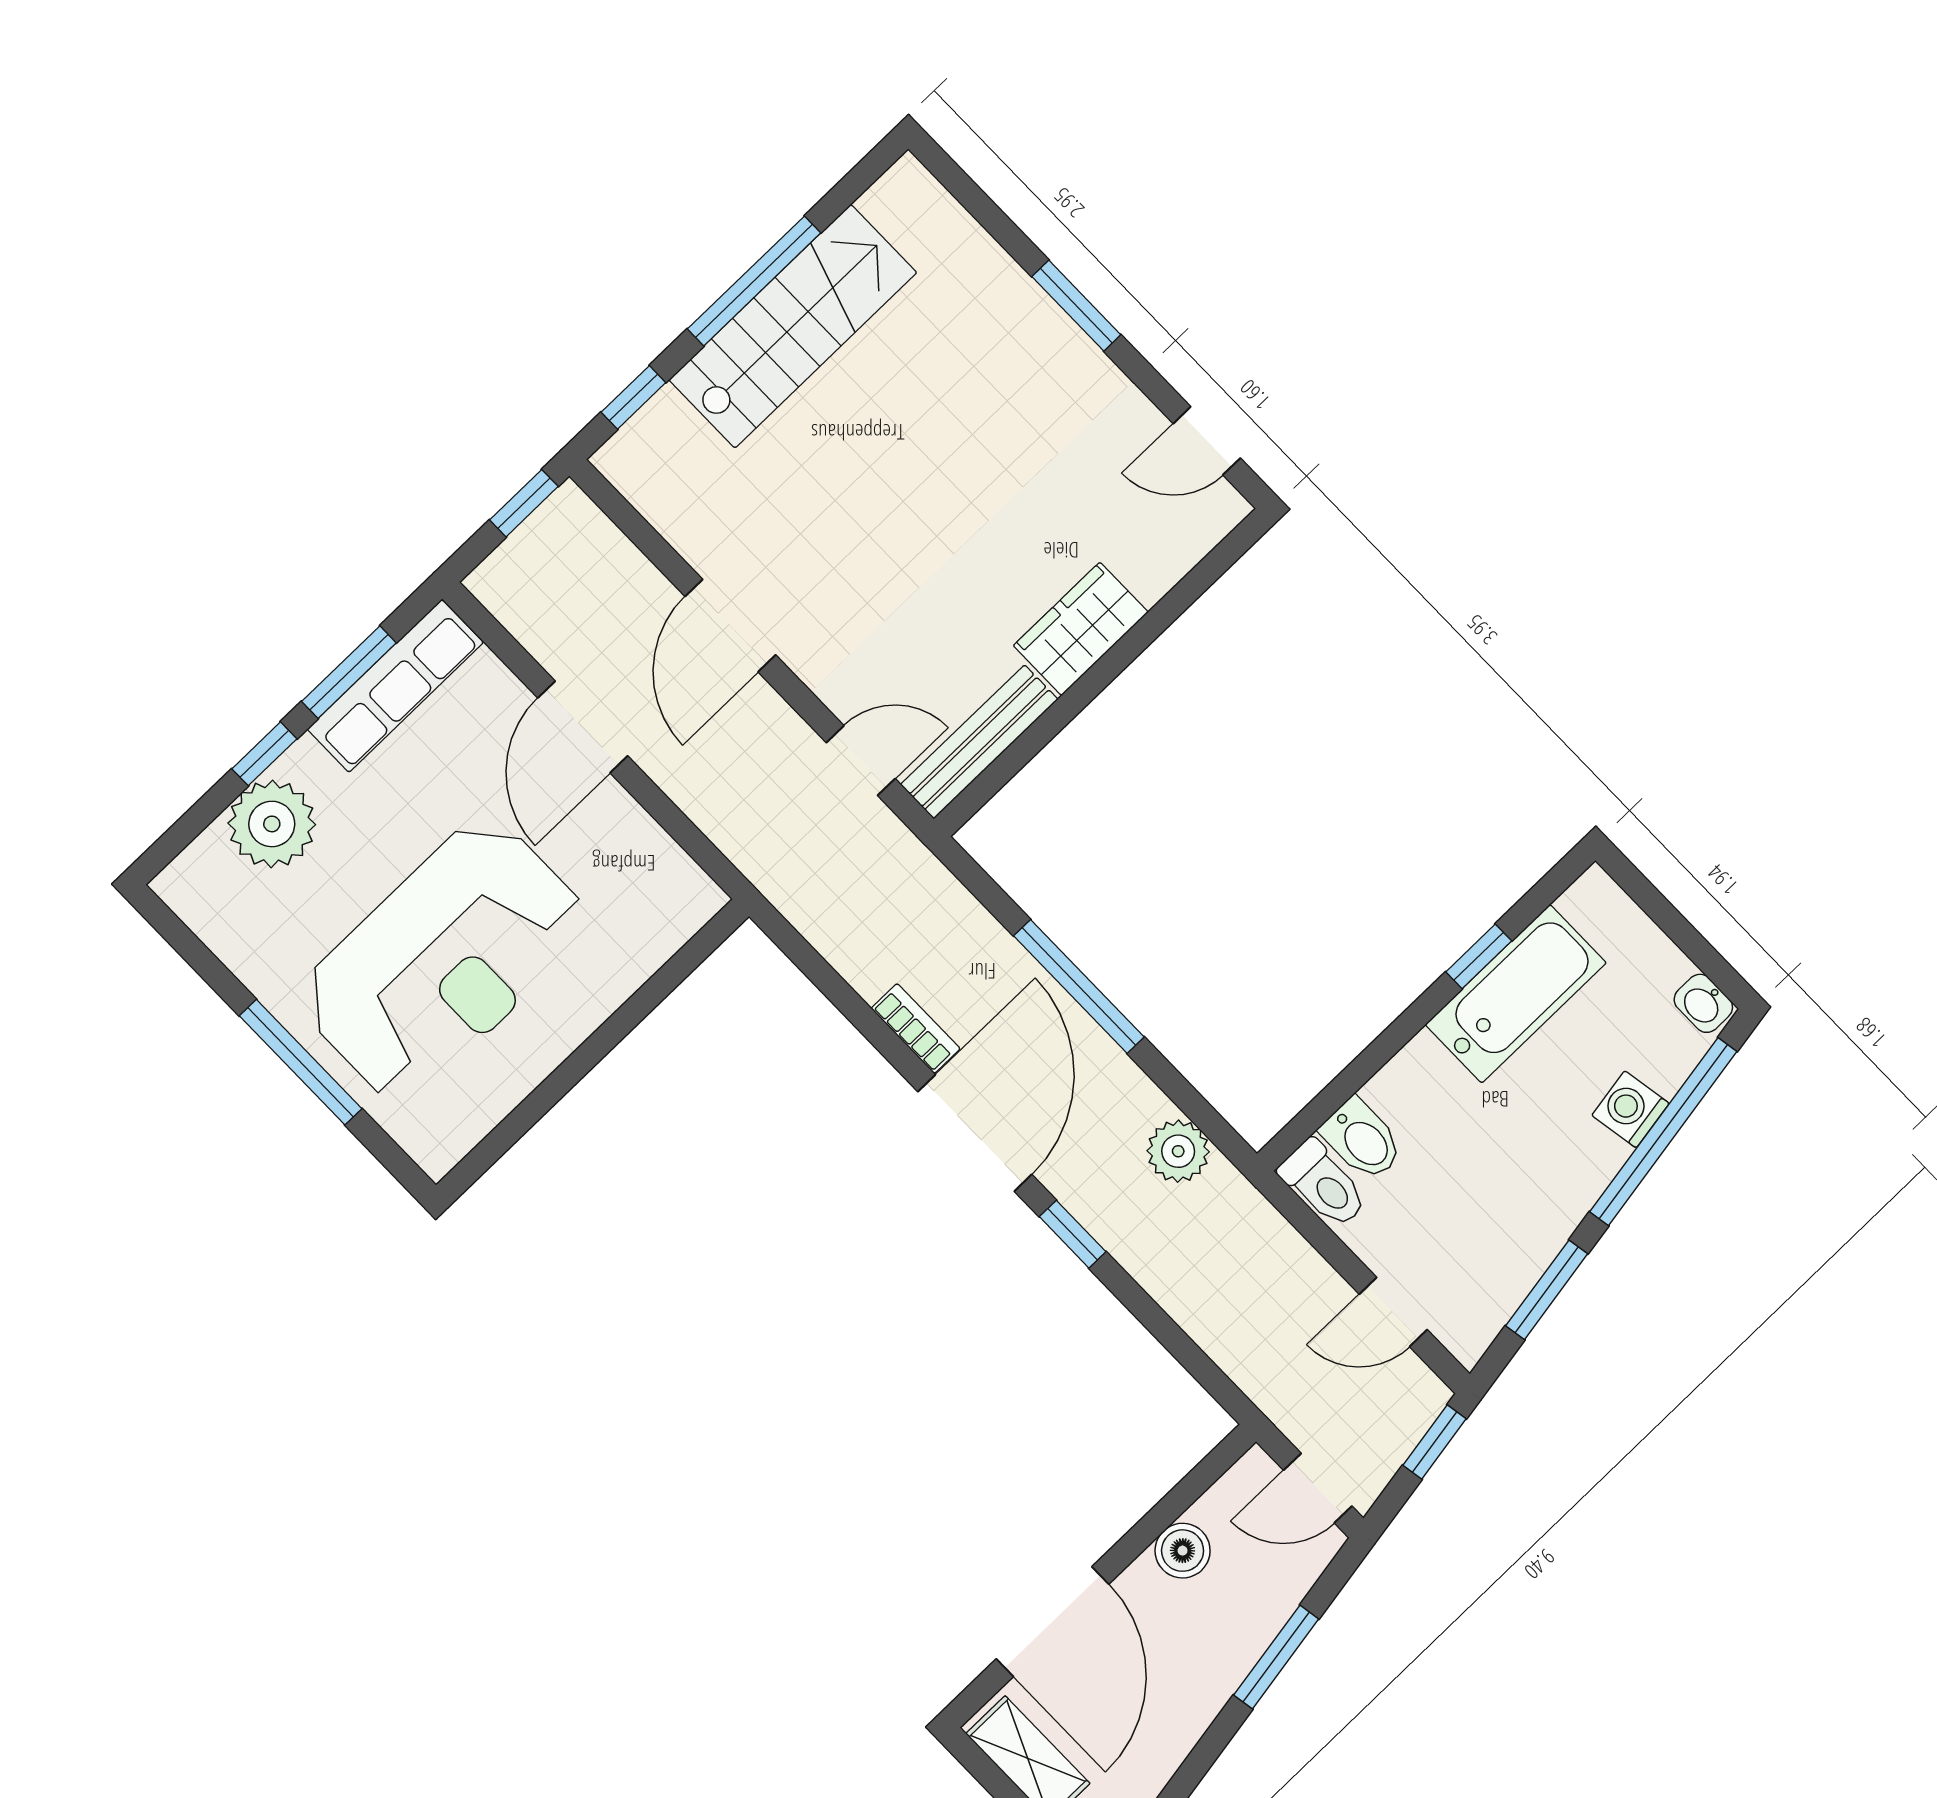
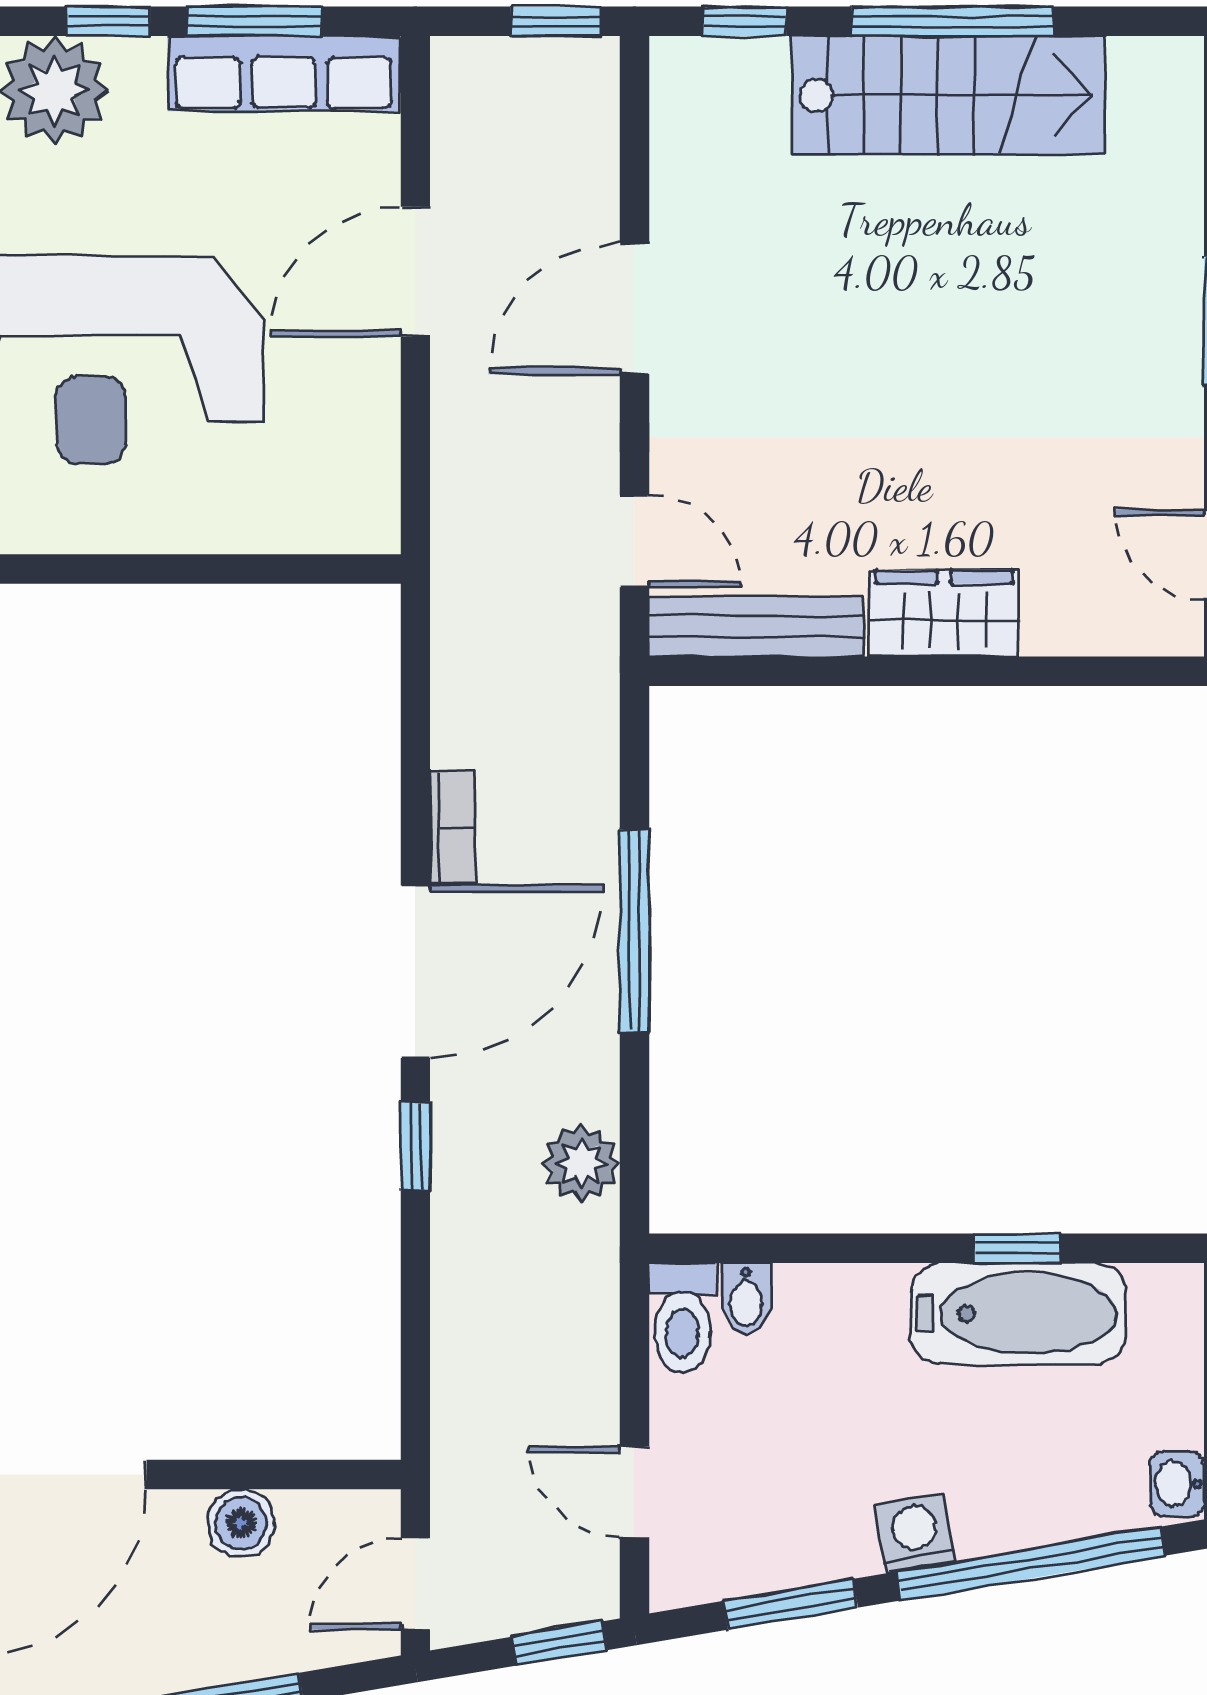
washing machine: (1630, 1109) -> (915, 1533), moved
bidet: (1362, 1140) -> (746, 1298), width x0.72, depth x0.74
door: (1318, 1488) -> (415, 1584), hinge flipped

